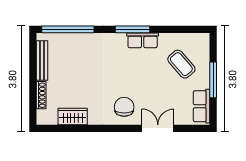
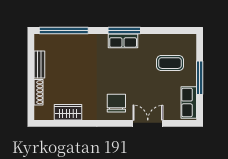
row of seats: (143, 40) -> (123, 41), moved
bench: (42, 60) -> (39, 65), width x0.73
coffee table: (181, 64) -> (170, 63), turned -49

